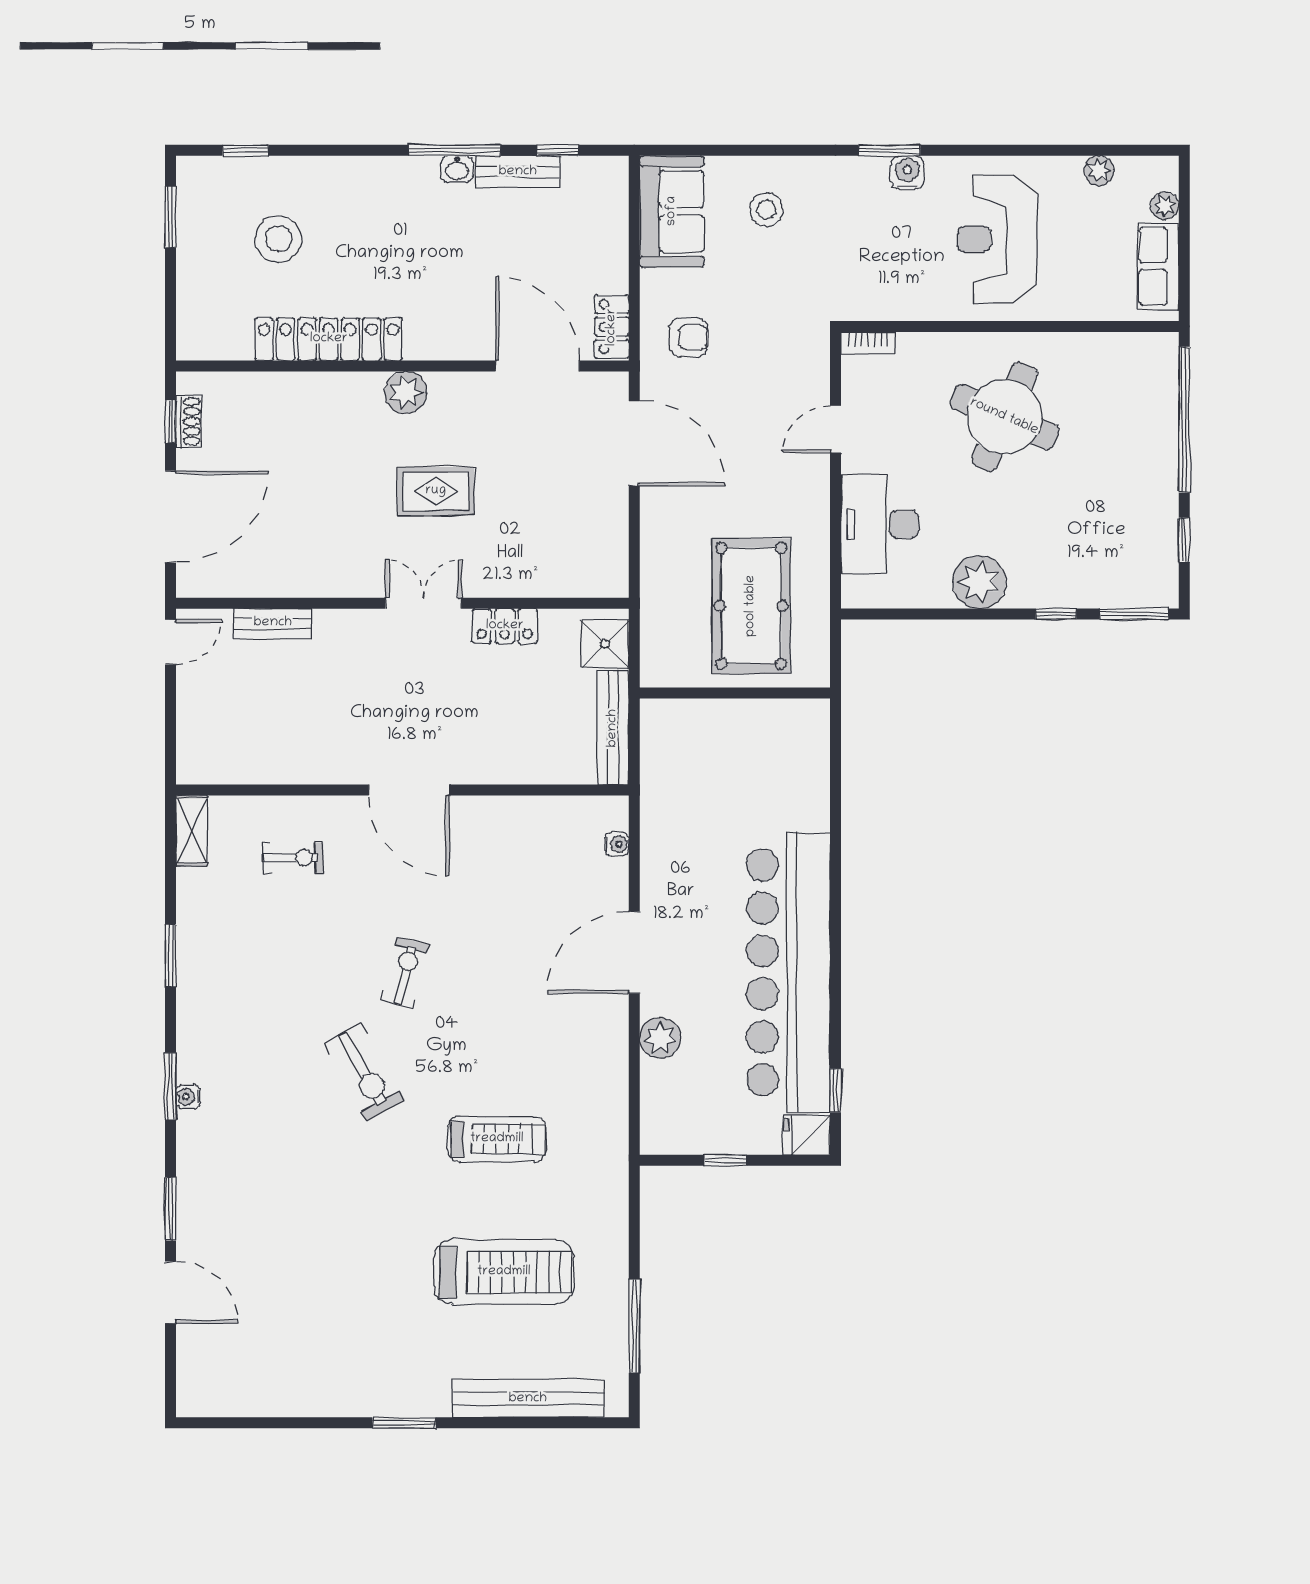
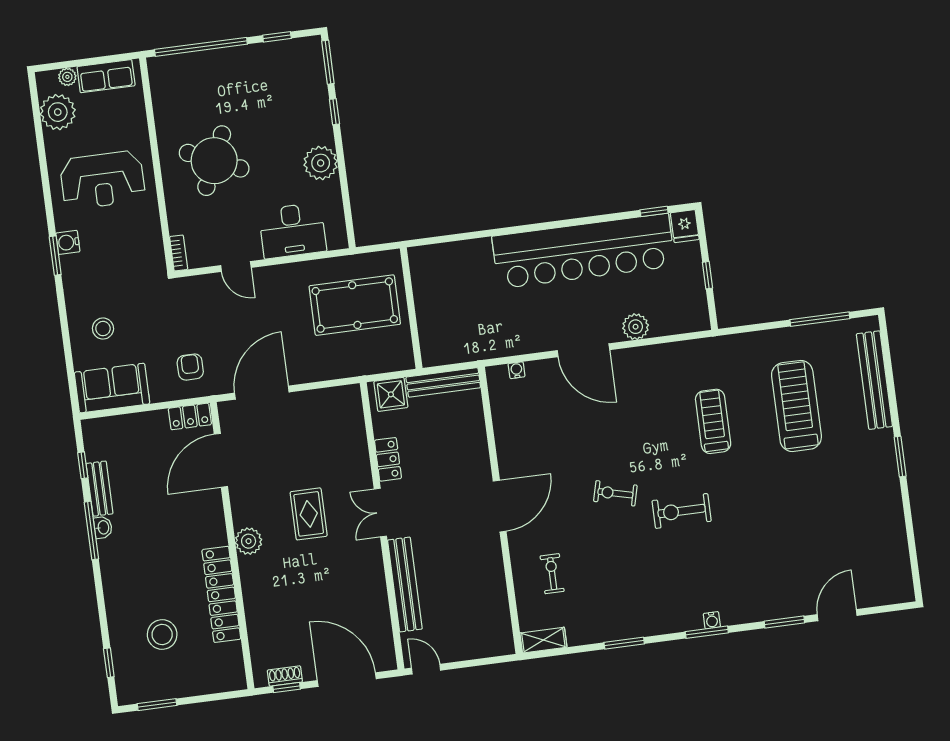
plant: (1099, 171) -> (58, 112), width x1.87, depth x1.87
bench: (273, 623) -> (405, 585), width x1.86, depth x1.21
exercise bike: (364, 1072) -> (682, 511), turned -151

